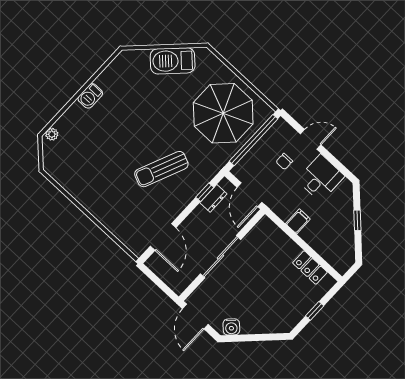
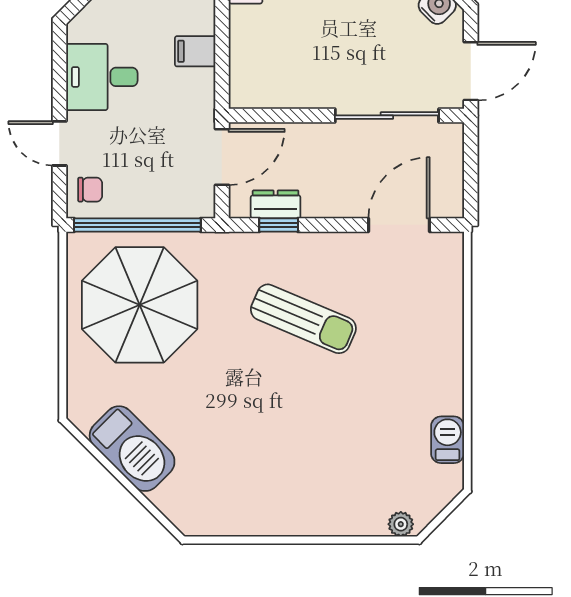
barbecue: (90, 96) -> (448, 440), moved, turned -90
chair: (284, 161) -> (90, 190), moved
sliding door: (221, 257) -> (387, 115), moved

